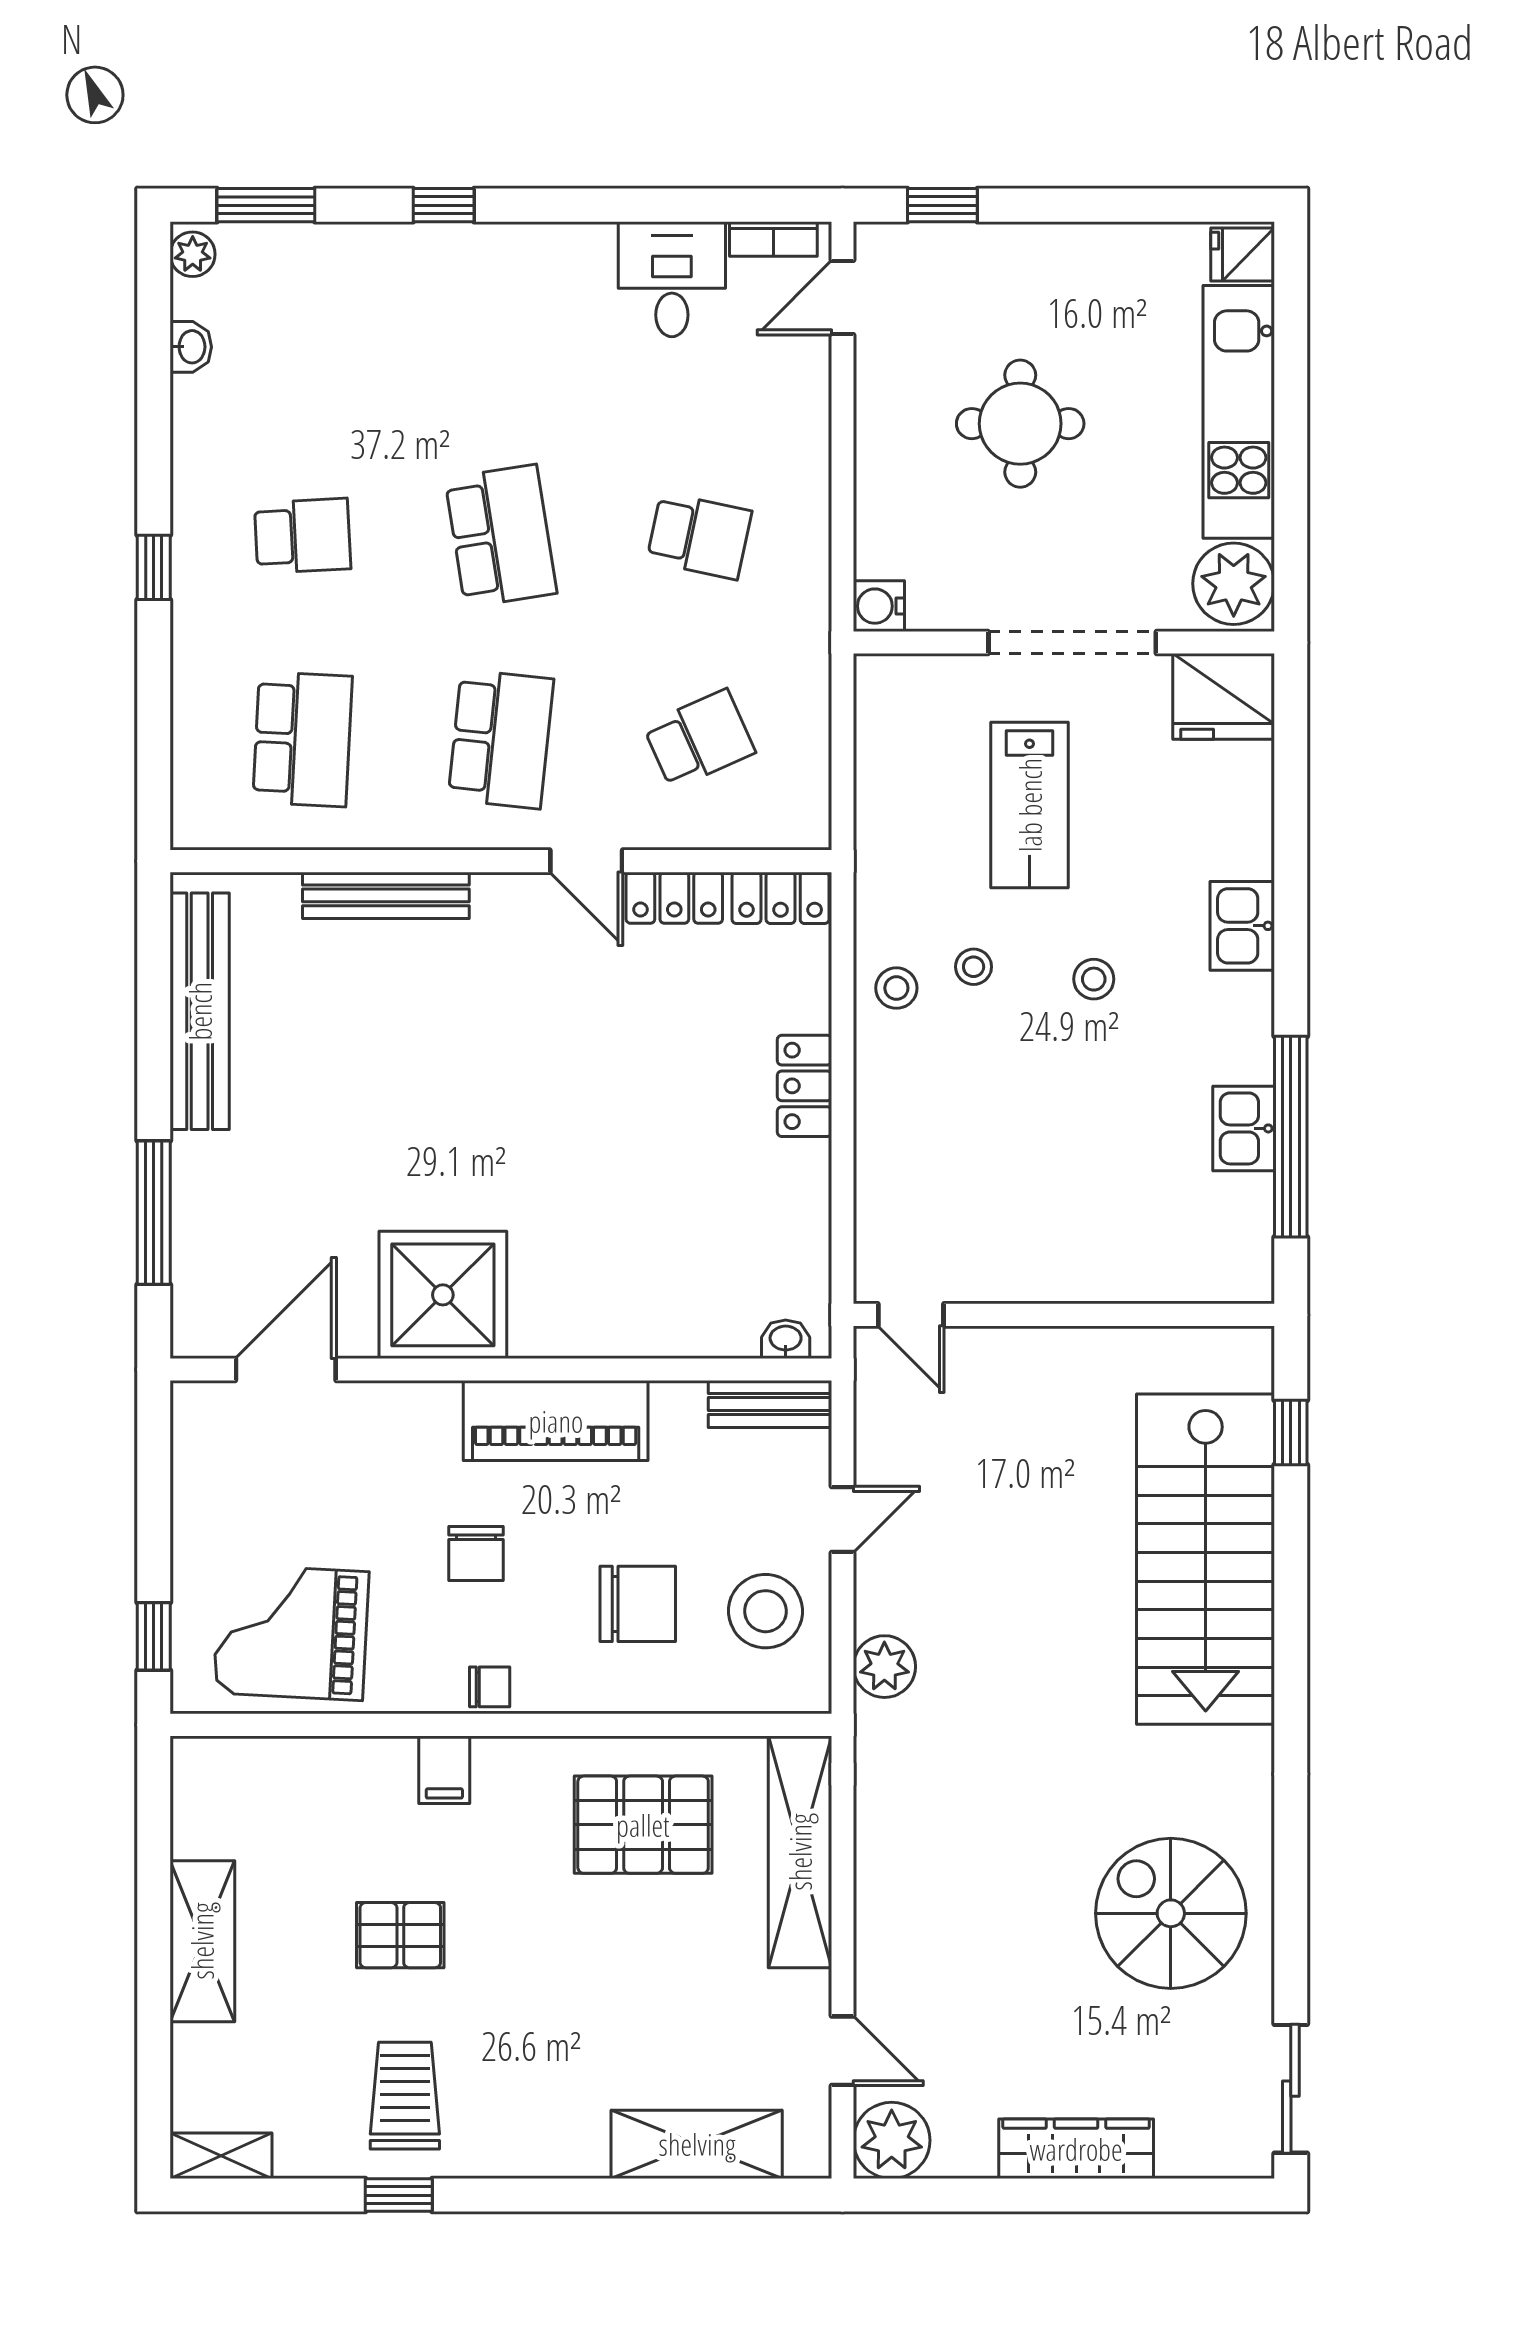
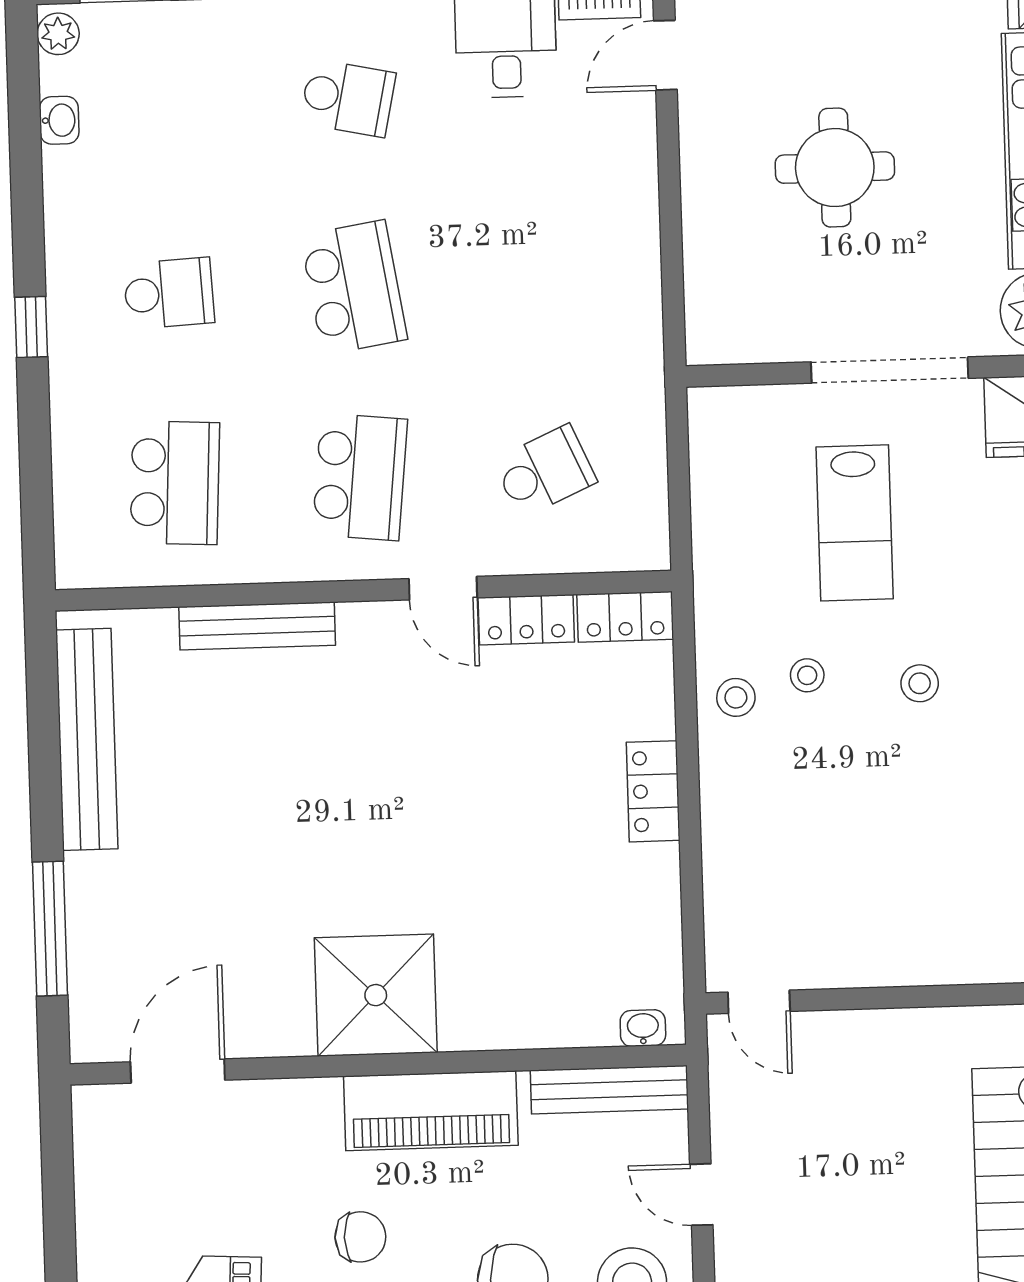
school desk: (699, 536) -> (348, 98), moved
water cooler: (879, 606) -> (708, 342), removed
shower: (443, 1295) -> (376, 995), moved
bench: (770, 1404) -> (609, 1090), width x1.36
door: (843, 1519) -> (701, 1195), swing flipped
chair: (476, 1553) -> (360, 1237), turned -90

